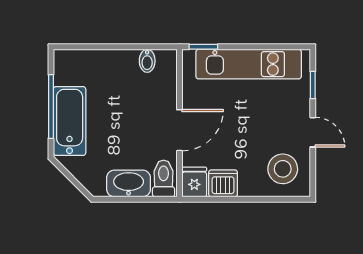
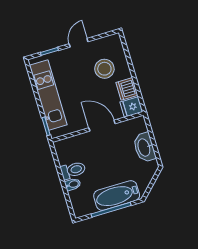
bidet: (147, 61) -> (73, 184), moved
stool: (283, 169) -> (104, 69), moved
toilet: (164, 179) -> (73, 170), moved, turned 180

